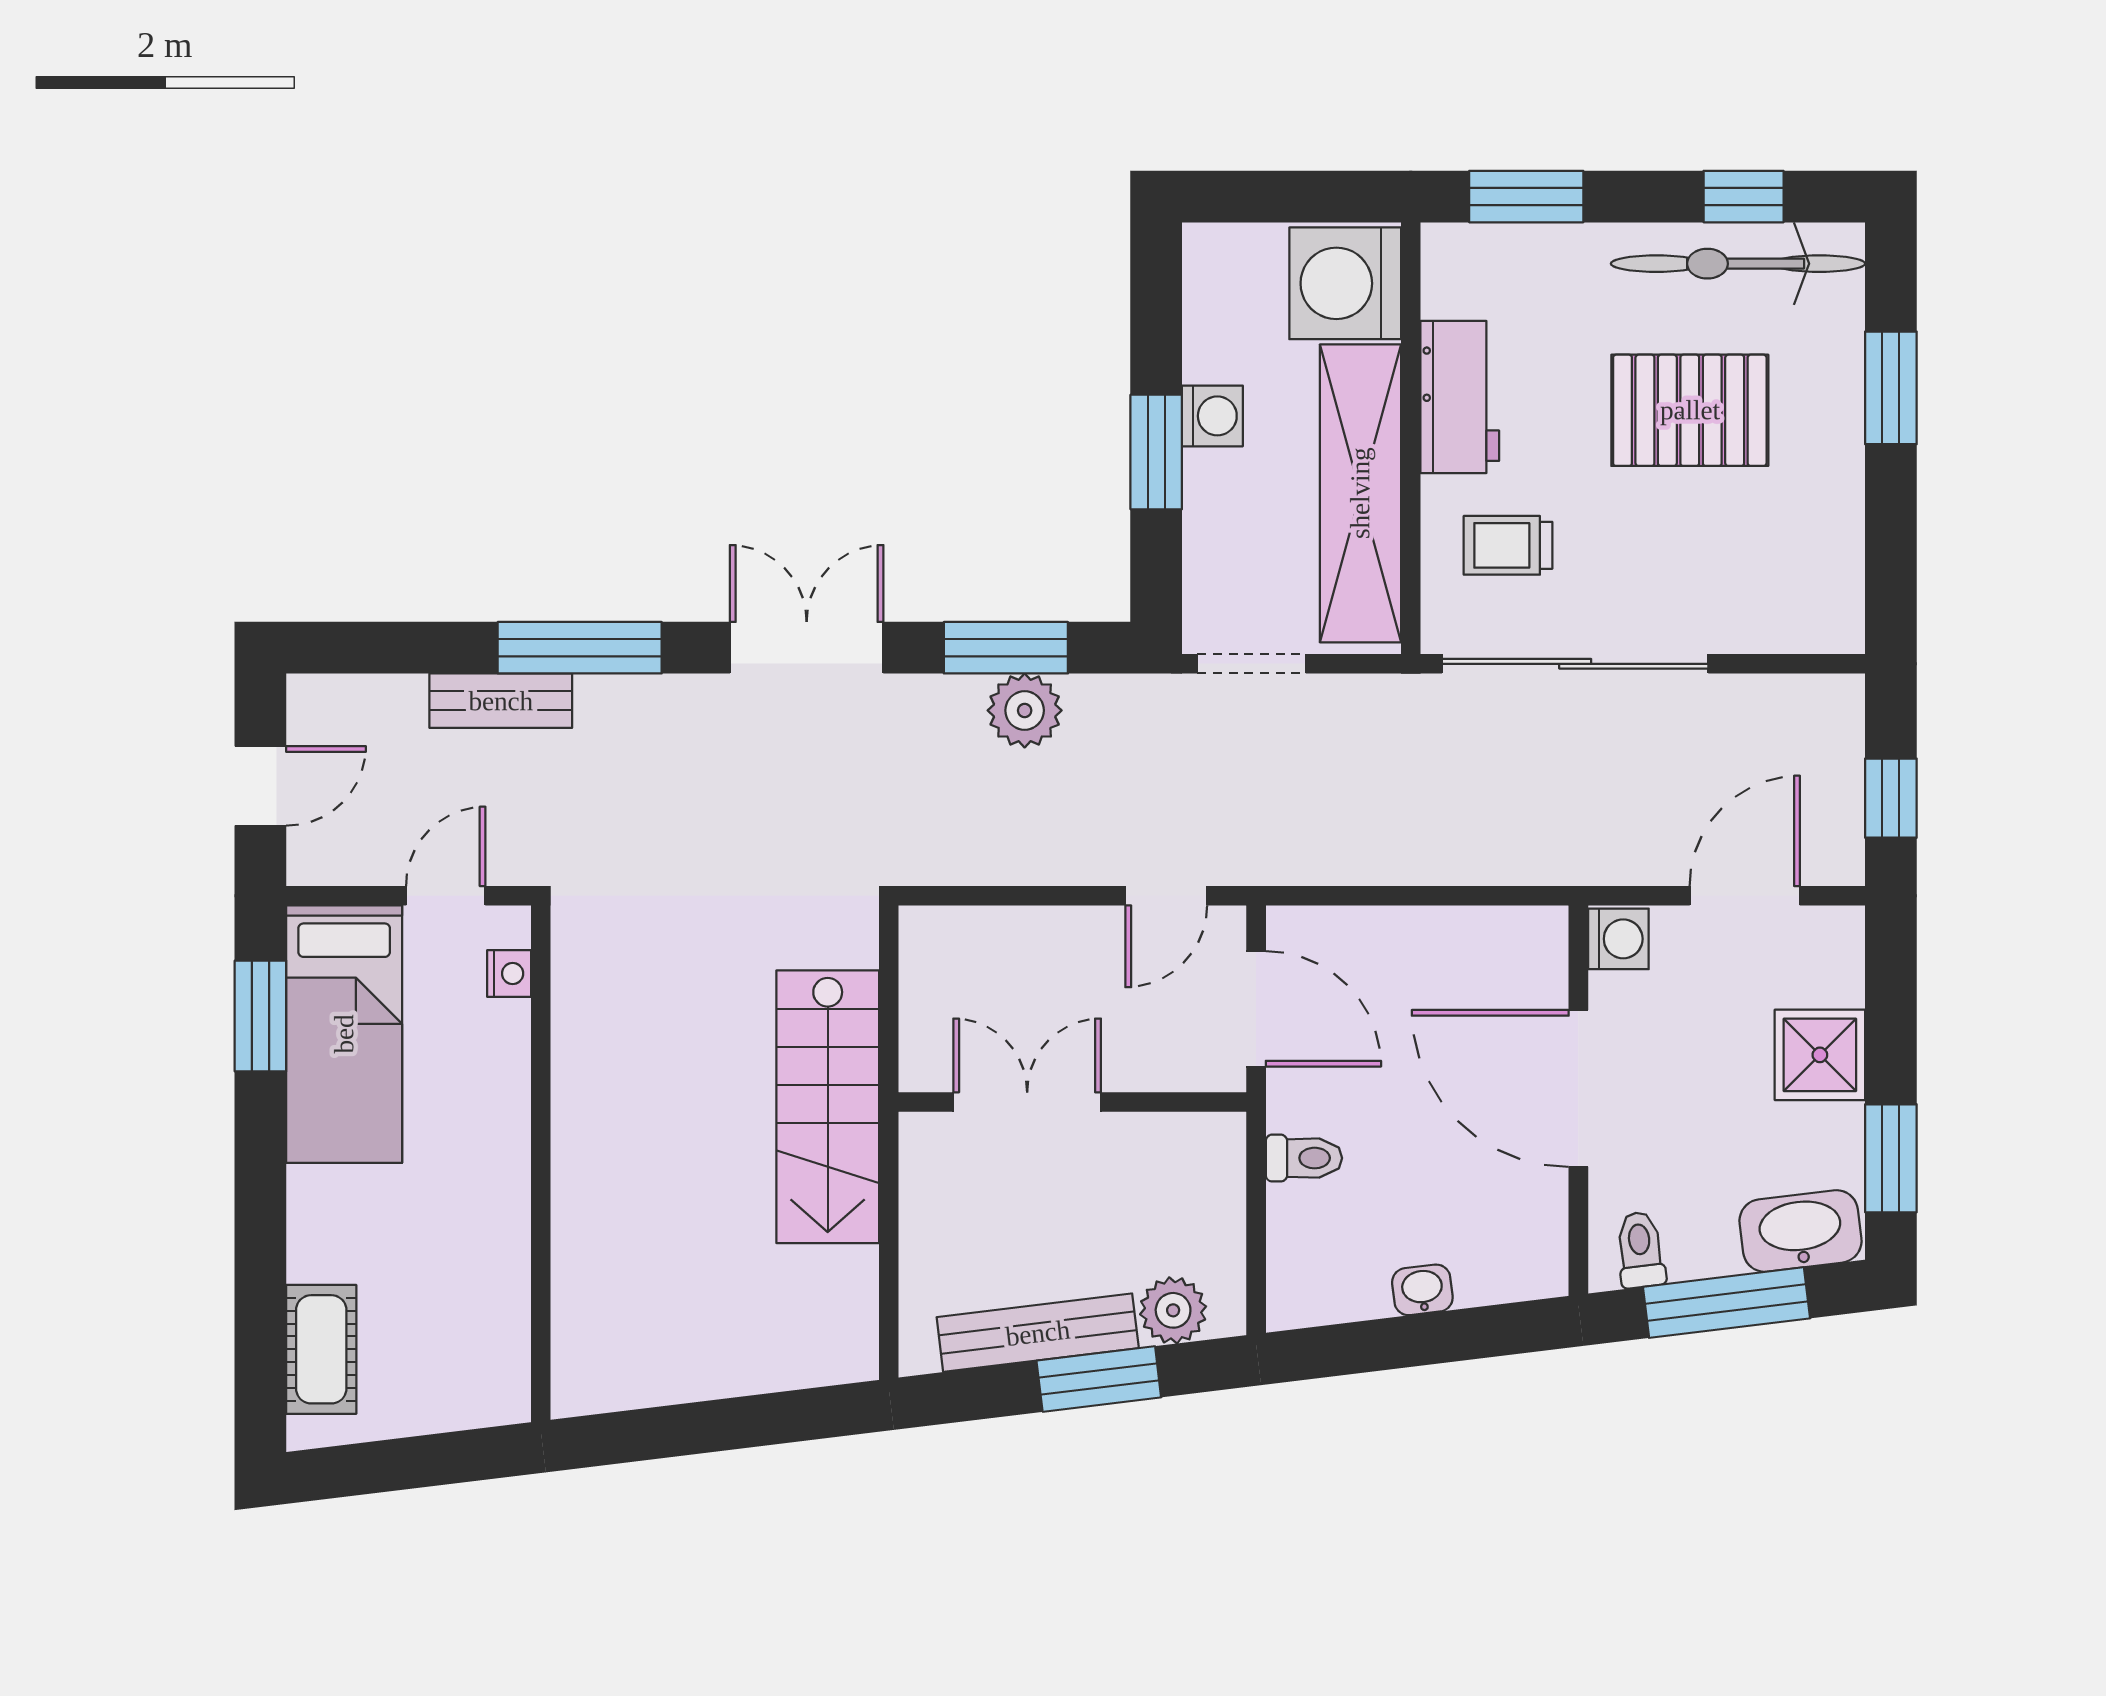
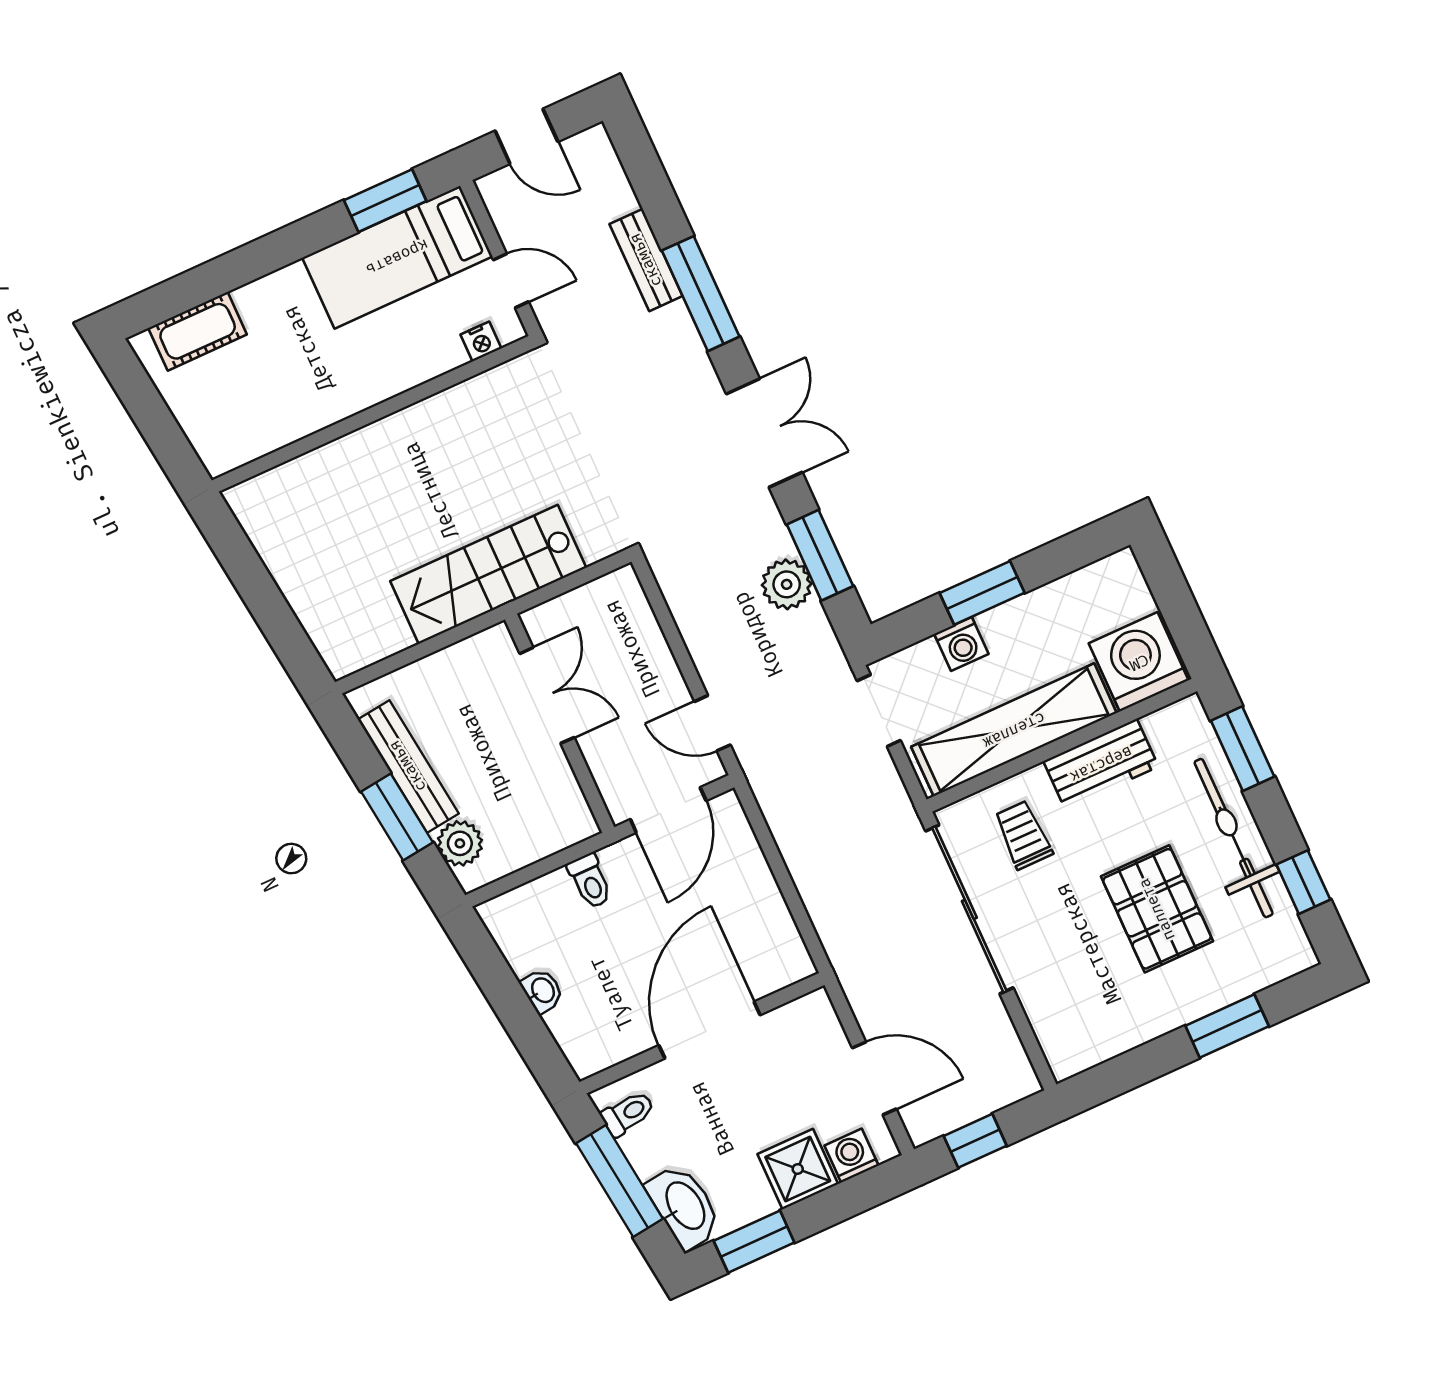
bicycle: (1738, 264) -> (1234, 838), moved
washing machine: (1212, 416) -> (961, 644), moved
washing machine: (1618, 939) -> (851, 1156), moved, turned 180

